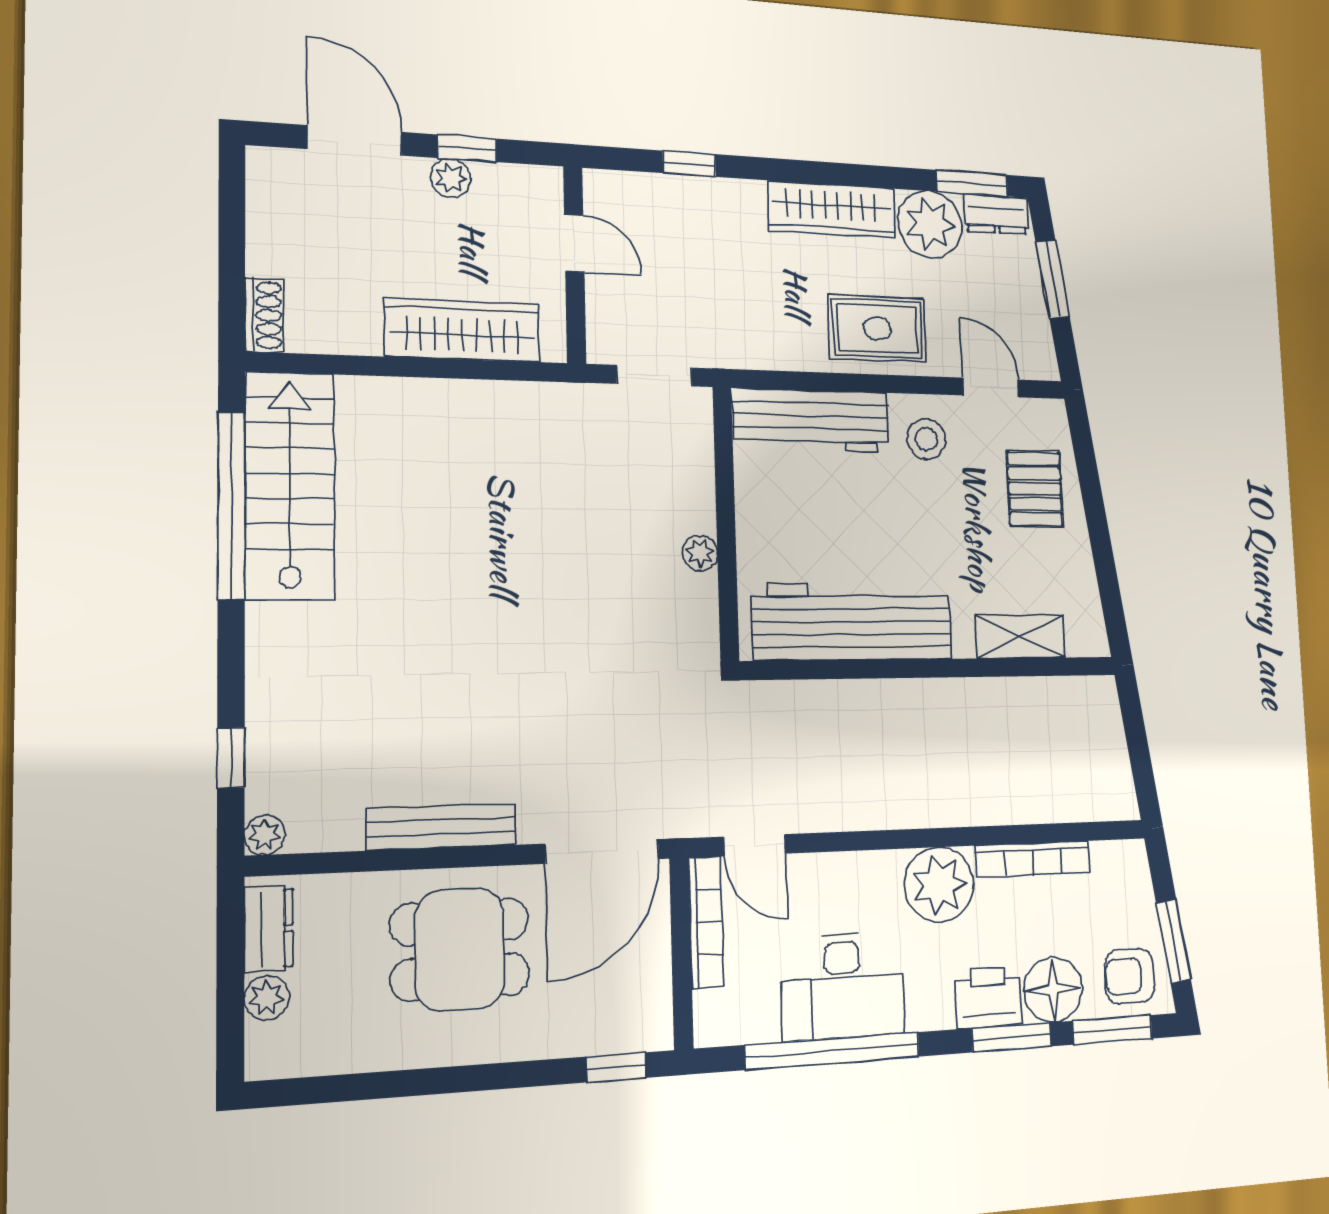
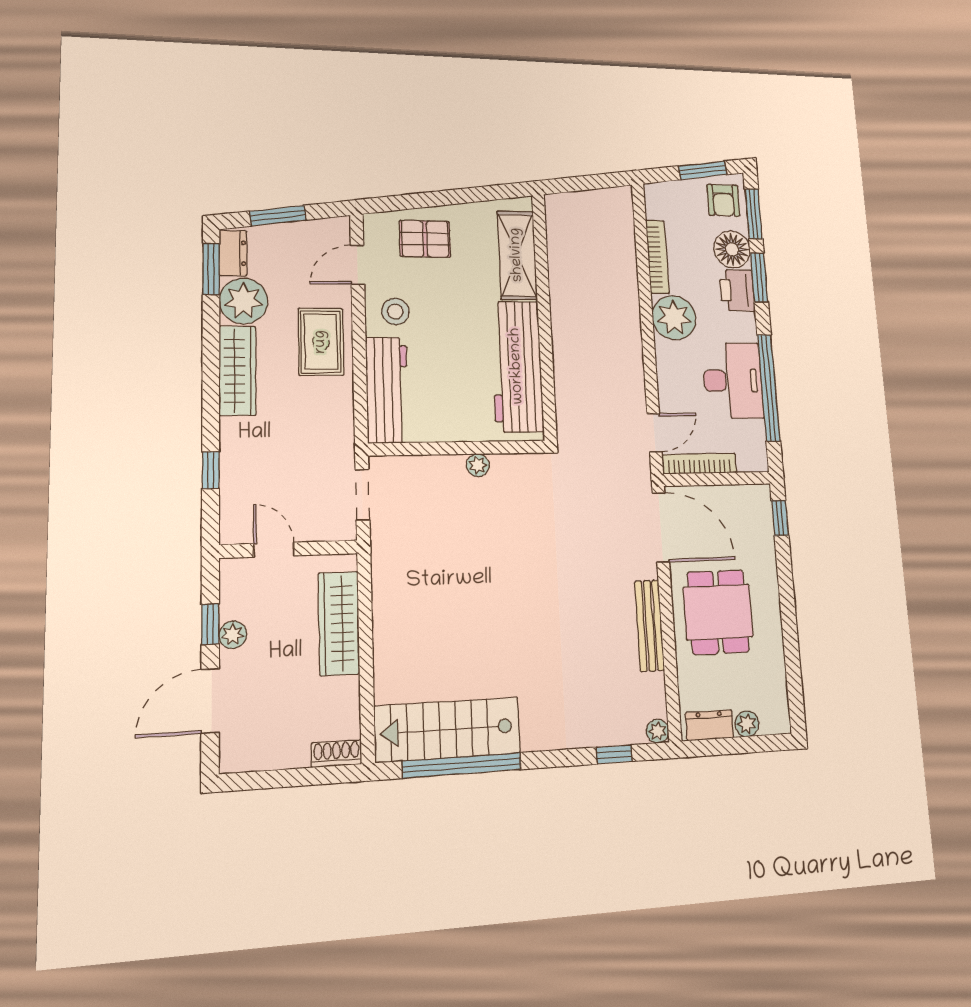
door: (574, 243) -> (274, 550), hinge flipped
shelving: (1020, 637) -> (517, 255), width x1.50, depth x1.33

